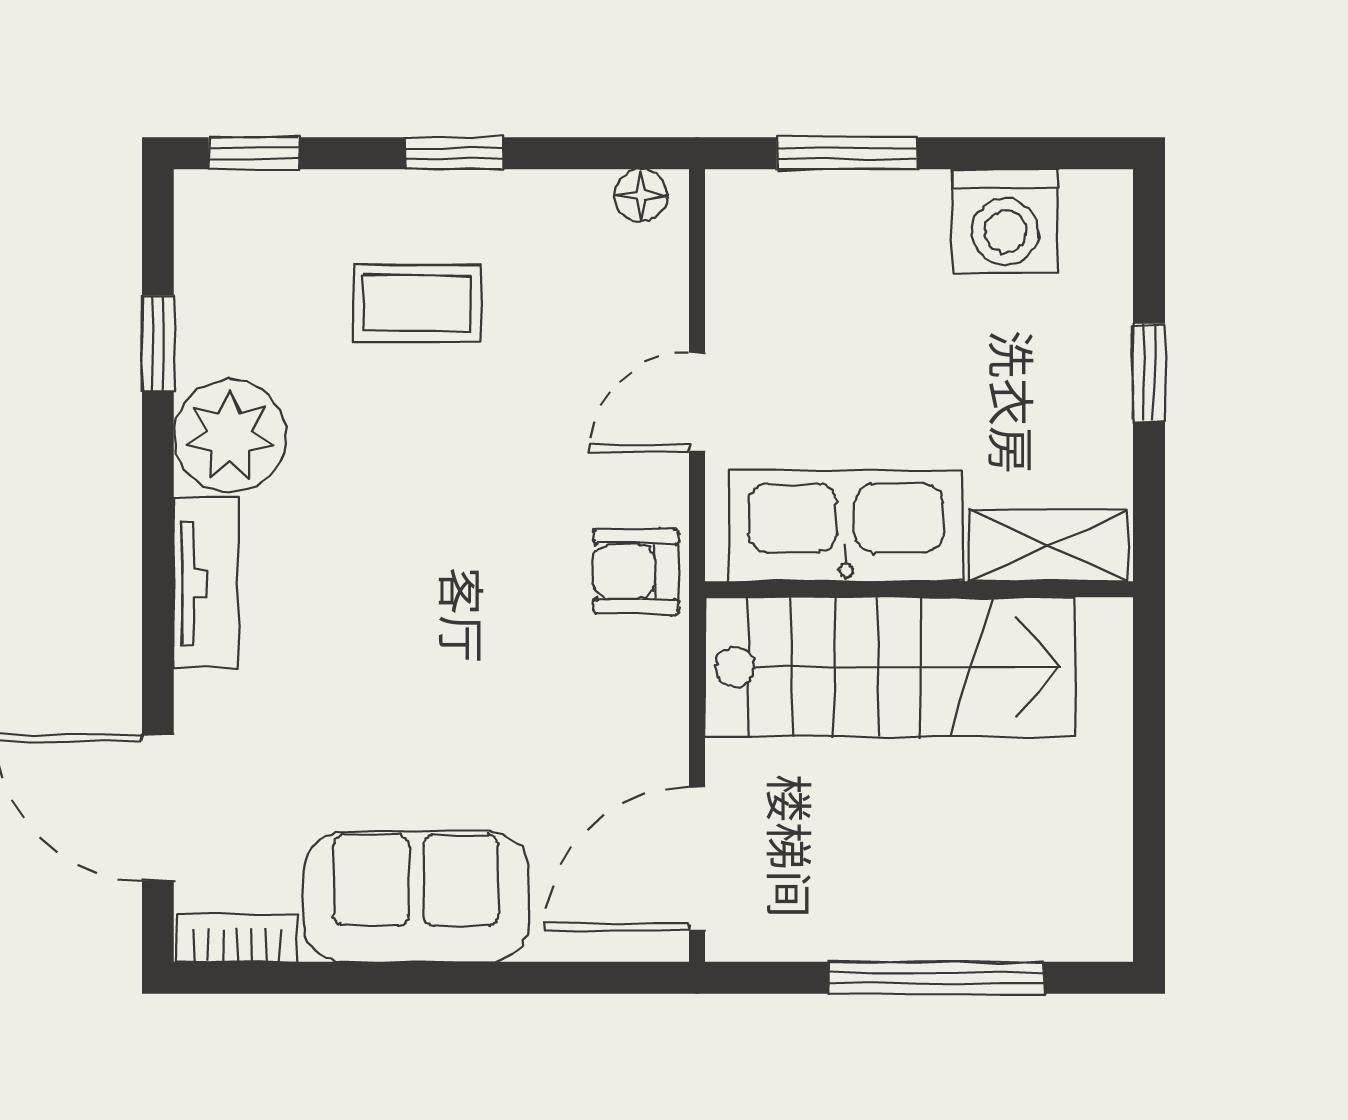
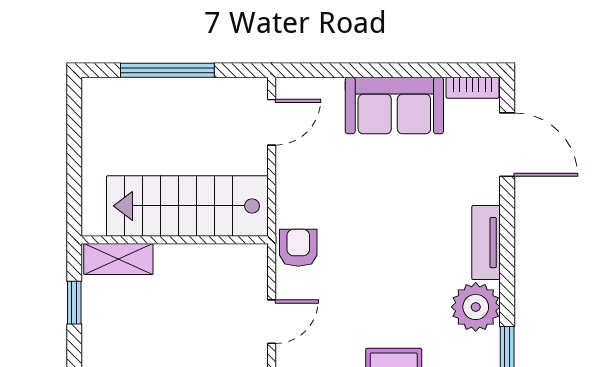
window: (1149, 373) -> (74, 303), moved
kitchen sink: (846, 526) -> (207, 268), removed
armchair: (636, 572) -> (298, 248), turned -90
door: (697, 859) -> (272, 122), width x0.73

